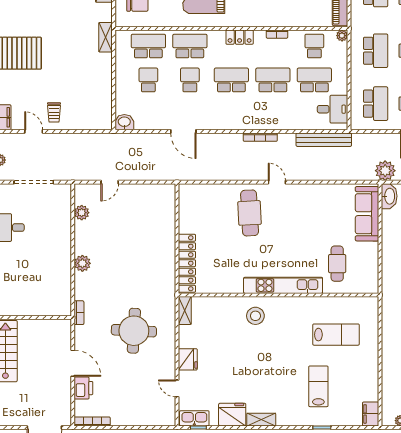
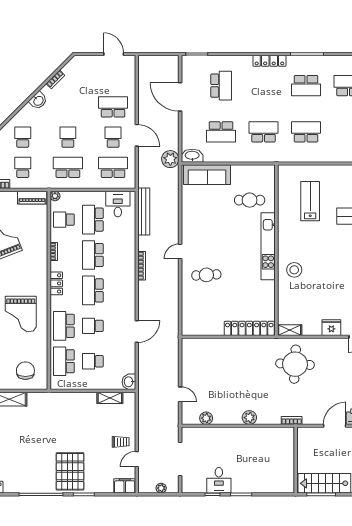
shelving: (106, 37) -> (110, 398), moved
cafe table: (250, 213) -> (206, 275), width x0.73, depth x0.74
round table: (134, 331) -> (295, 364), moved

